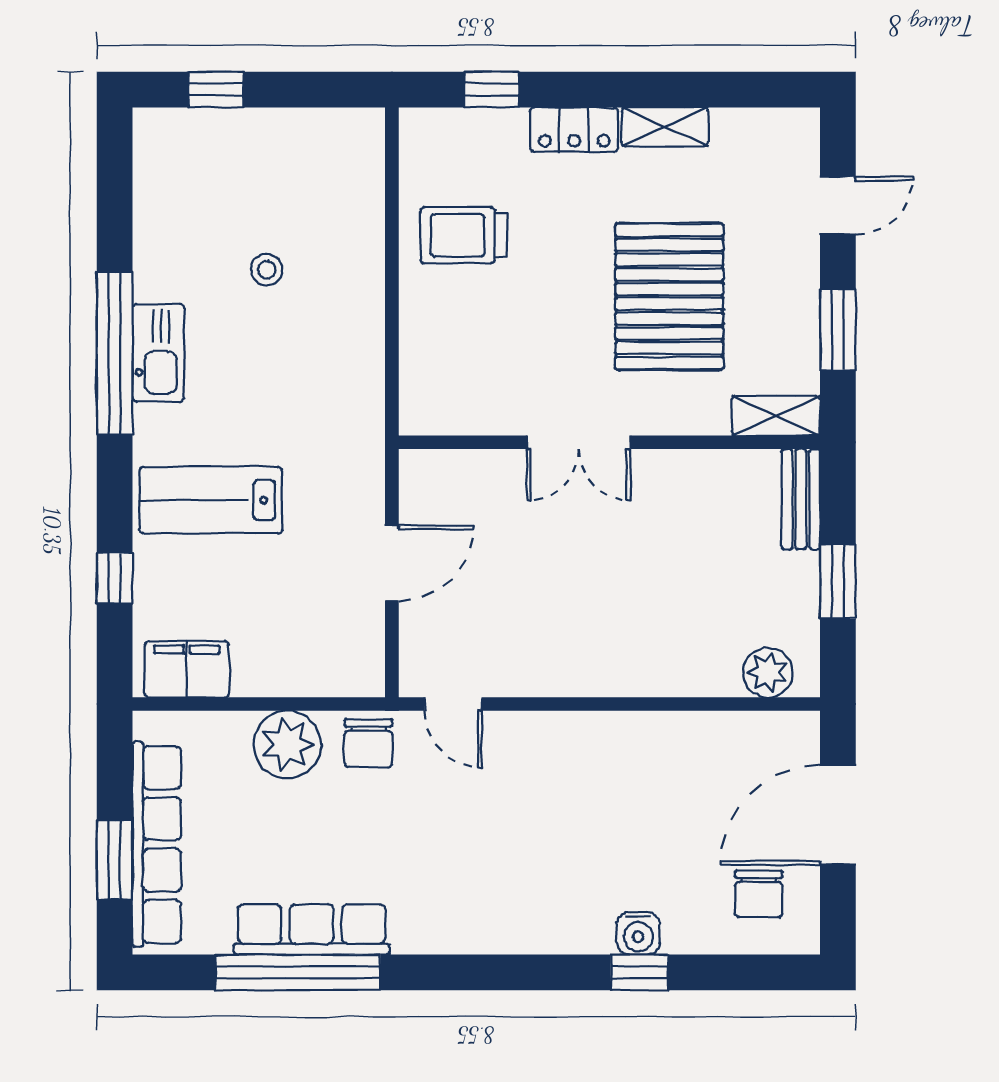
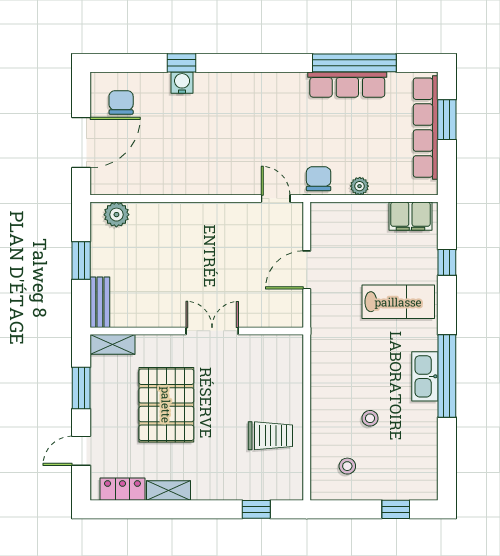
locker: (574, 130) -> (122, 489), moved
stool: (312, 175) -> (347, 466), added
plant: (287, 744) -> (360, 186), width x0.53, depth x0.53

